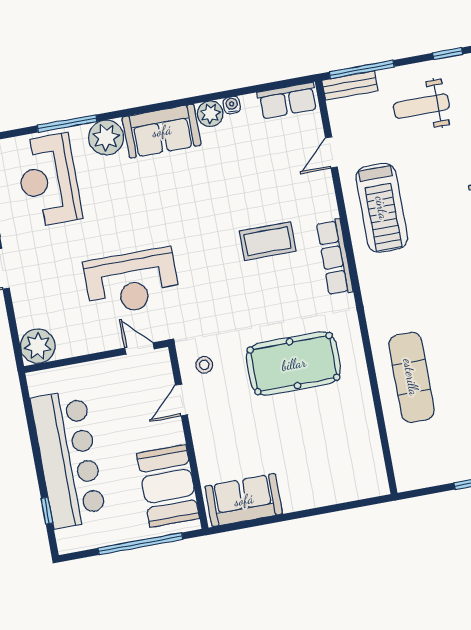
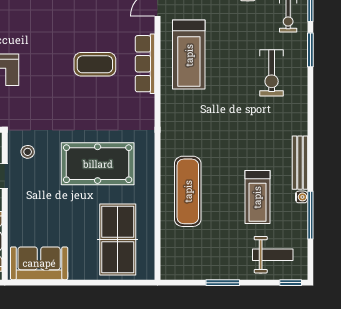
row of seats: (335, 257) -> (145, 64), moved
table tennis table: (336, 453) -> (118, 240), added

